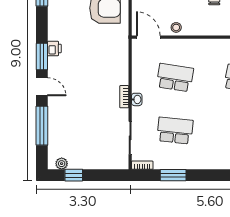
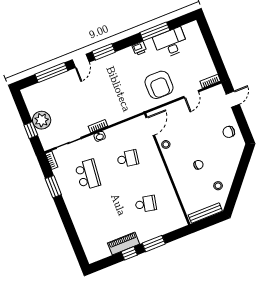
printer: (54, 48) -> (139, 48), moved
school desk: (175, 78) -> (128, 159), width x0.54
plant: (62, 164) -> (42, 120), moved, width x1.87, depth x1.87
window: (74, 175) -> (31, 130), moved

